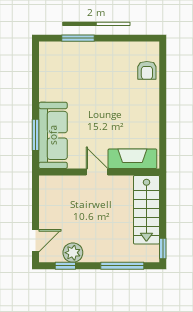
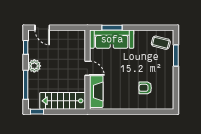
coffee table: (58, 61) -> (161, 43), added
armchair: (147, 70) -> (145, 88), moved
door: (97, 172) -> (87, 68), hinge flipped
plant: (73, 253) -> (34, 66), moved

